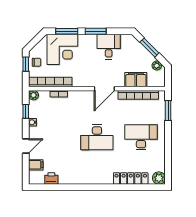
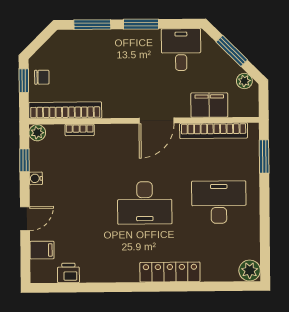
desk: (109, 47) -> (181, 50), moved
corner desk: (62, 49) -> (85, 55), removed
locker: (131, 178) -> (170, 272), moved

